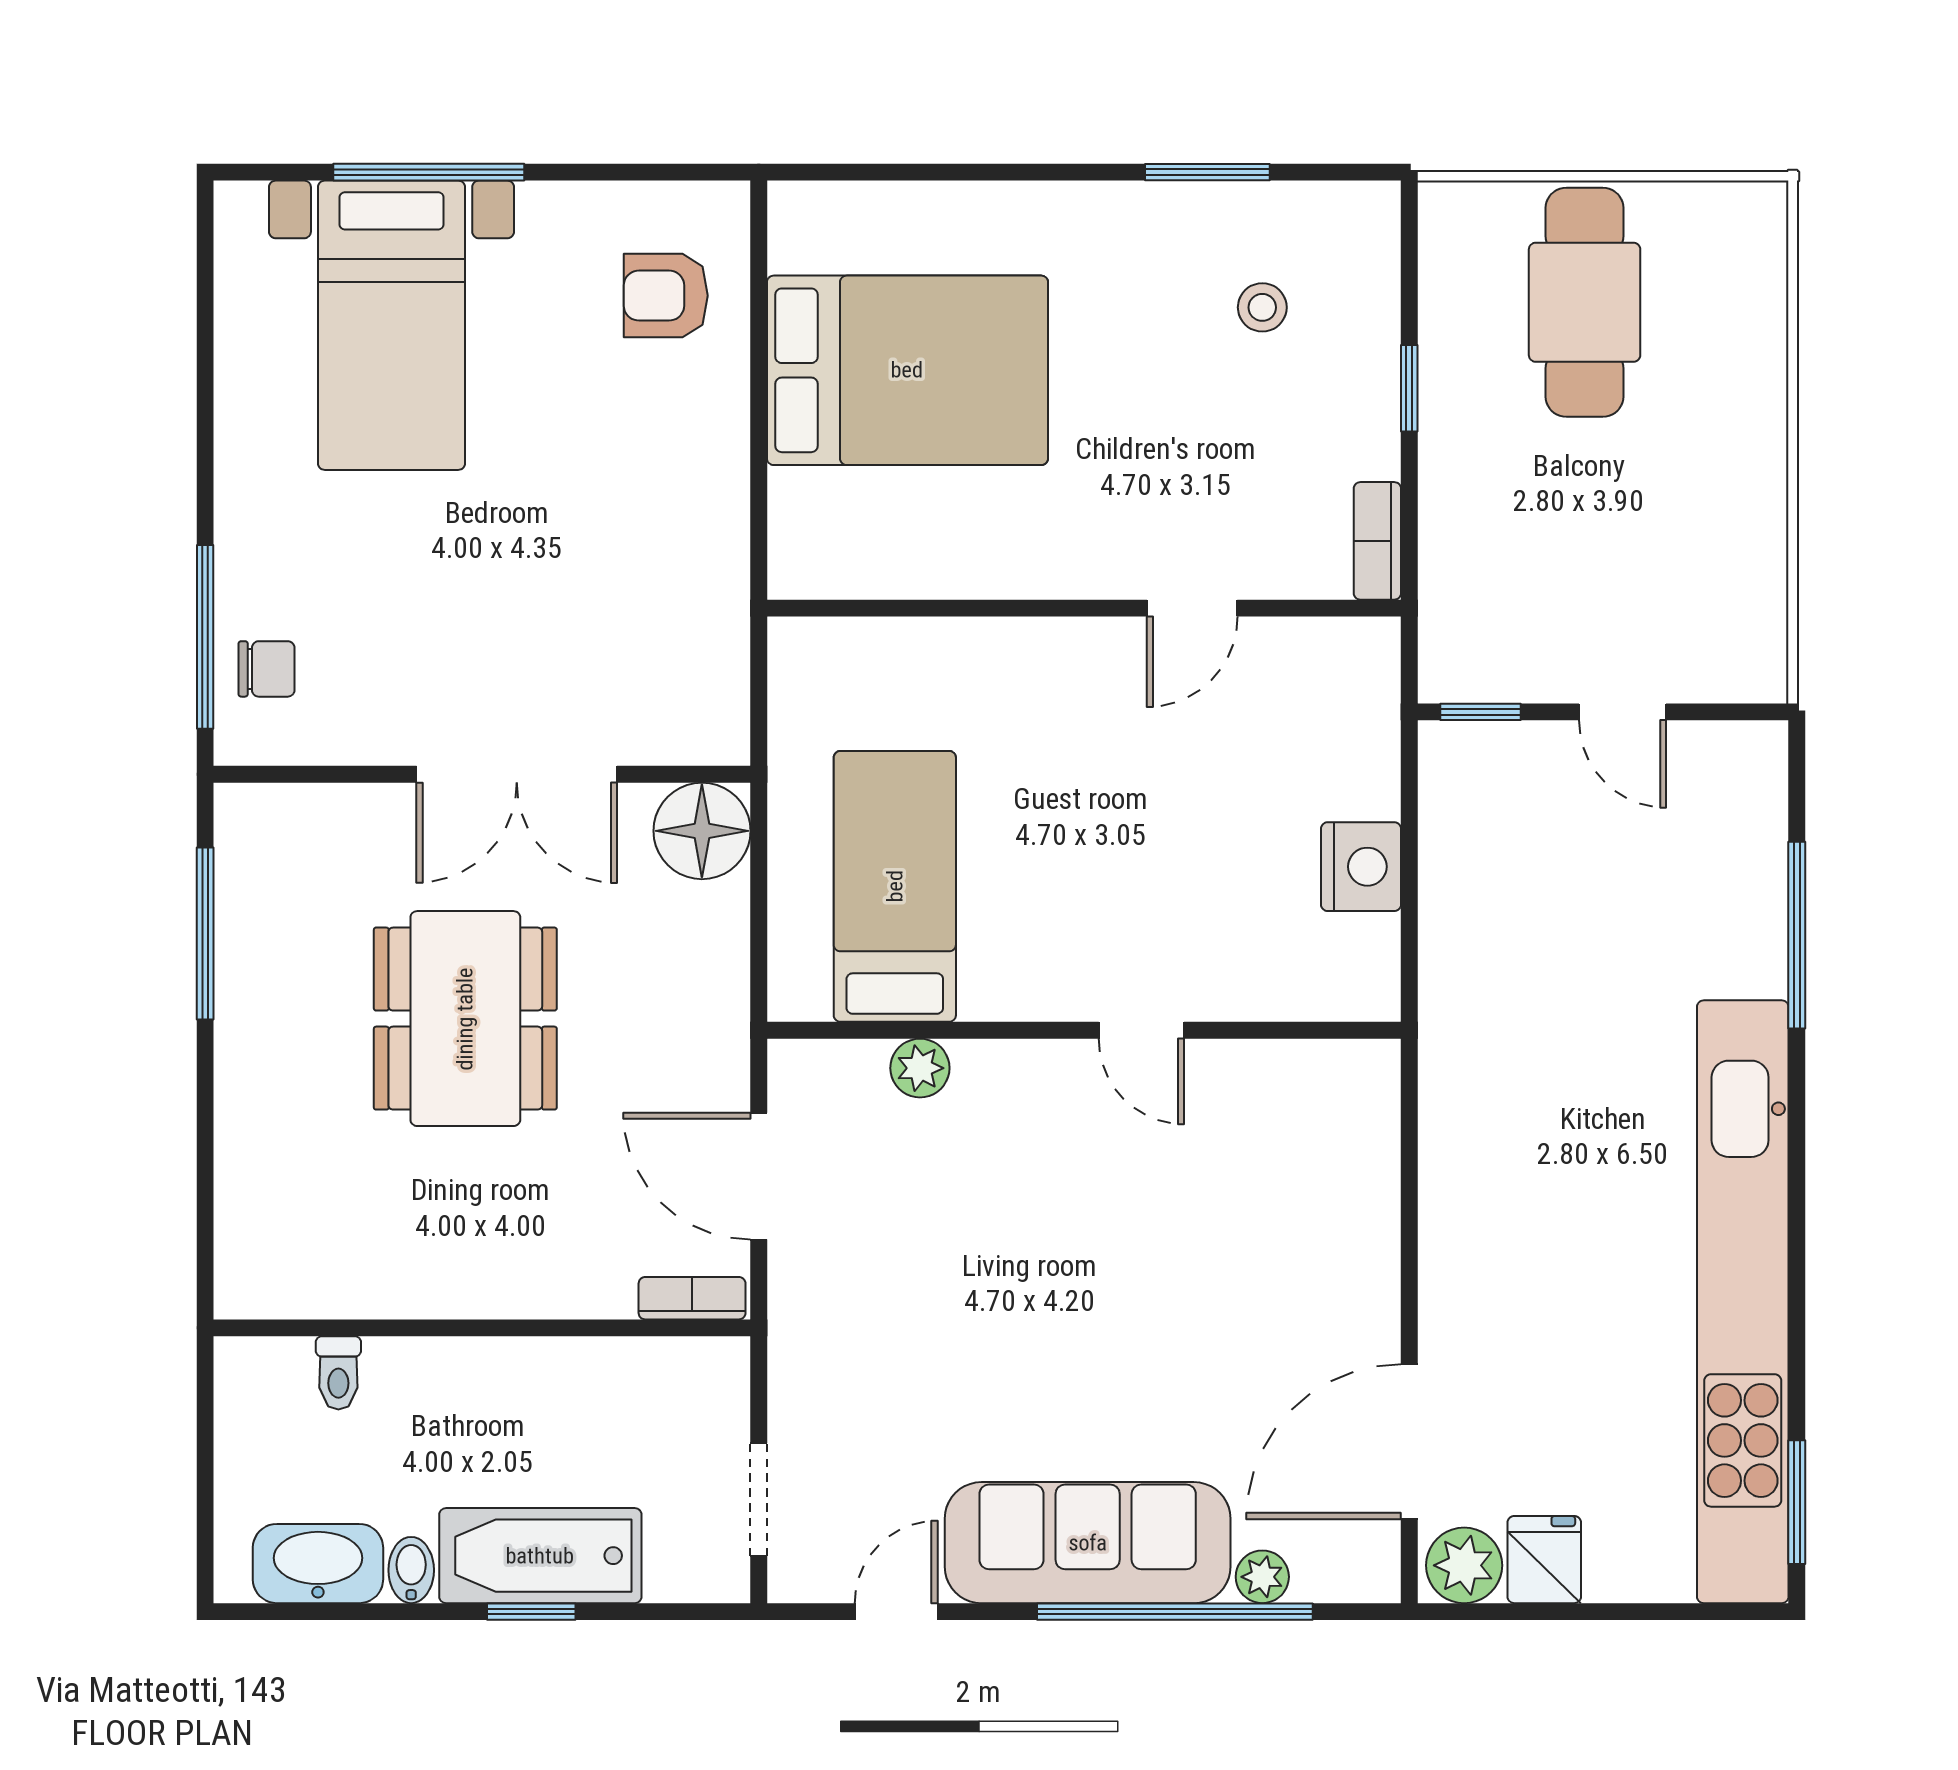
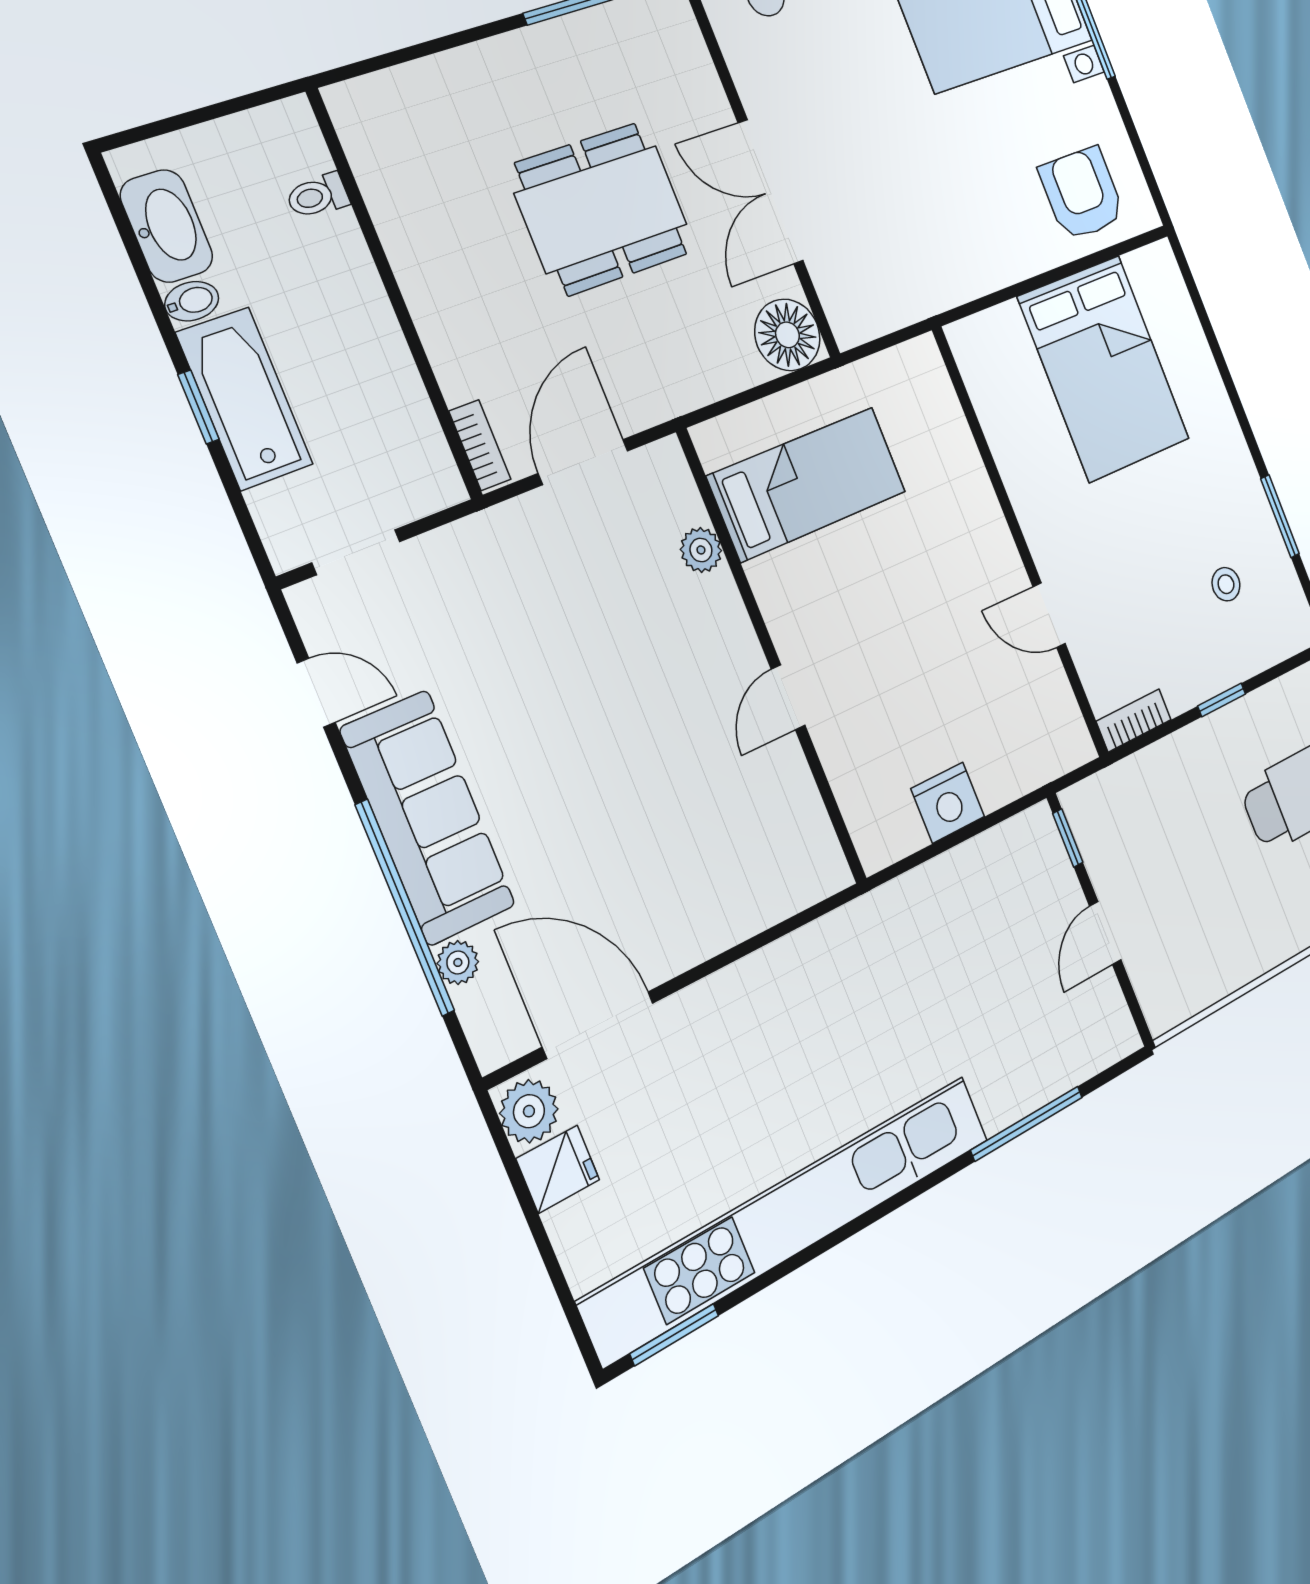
armchair: (666, 296) -> (1082, 194), width x1.38, depth x1.38

